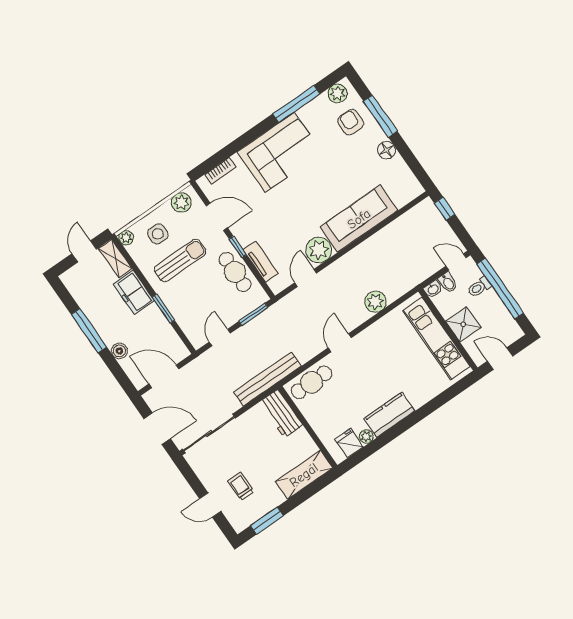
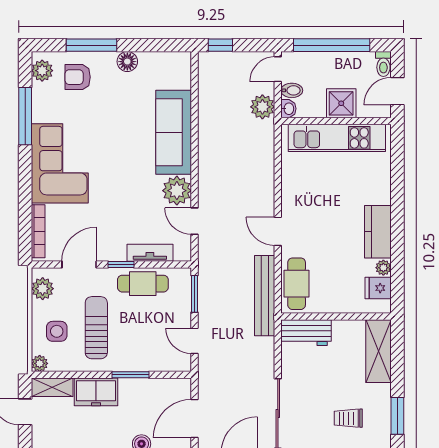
bookcase: (220, 171) -> (38, 231), width x1.56
toilet: (479, 287) -> (383, 64), moved
plant: (375, 302) -> (262, 107), moved
bench: (268, 379) -> (265, 296), moved

